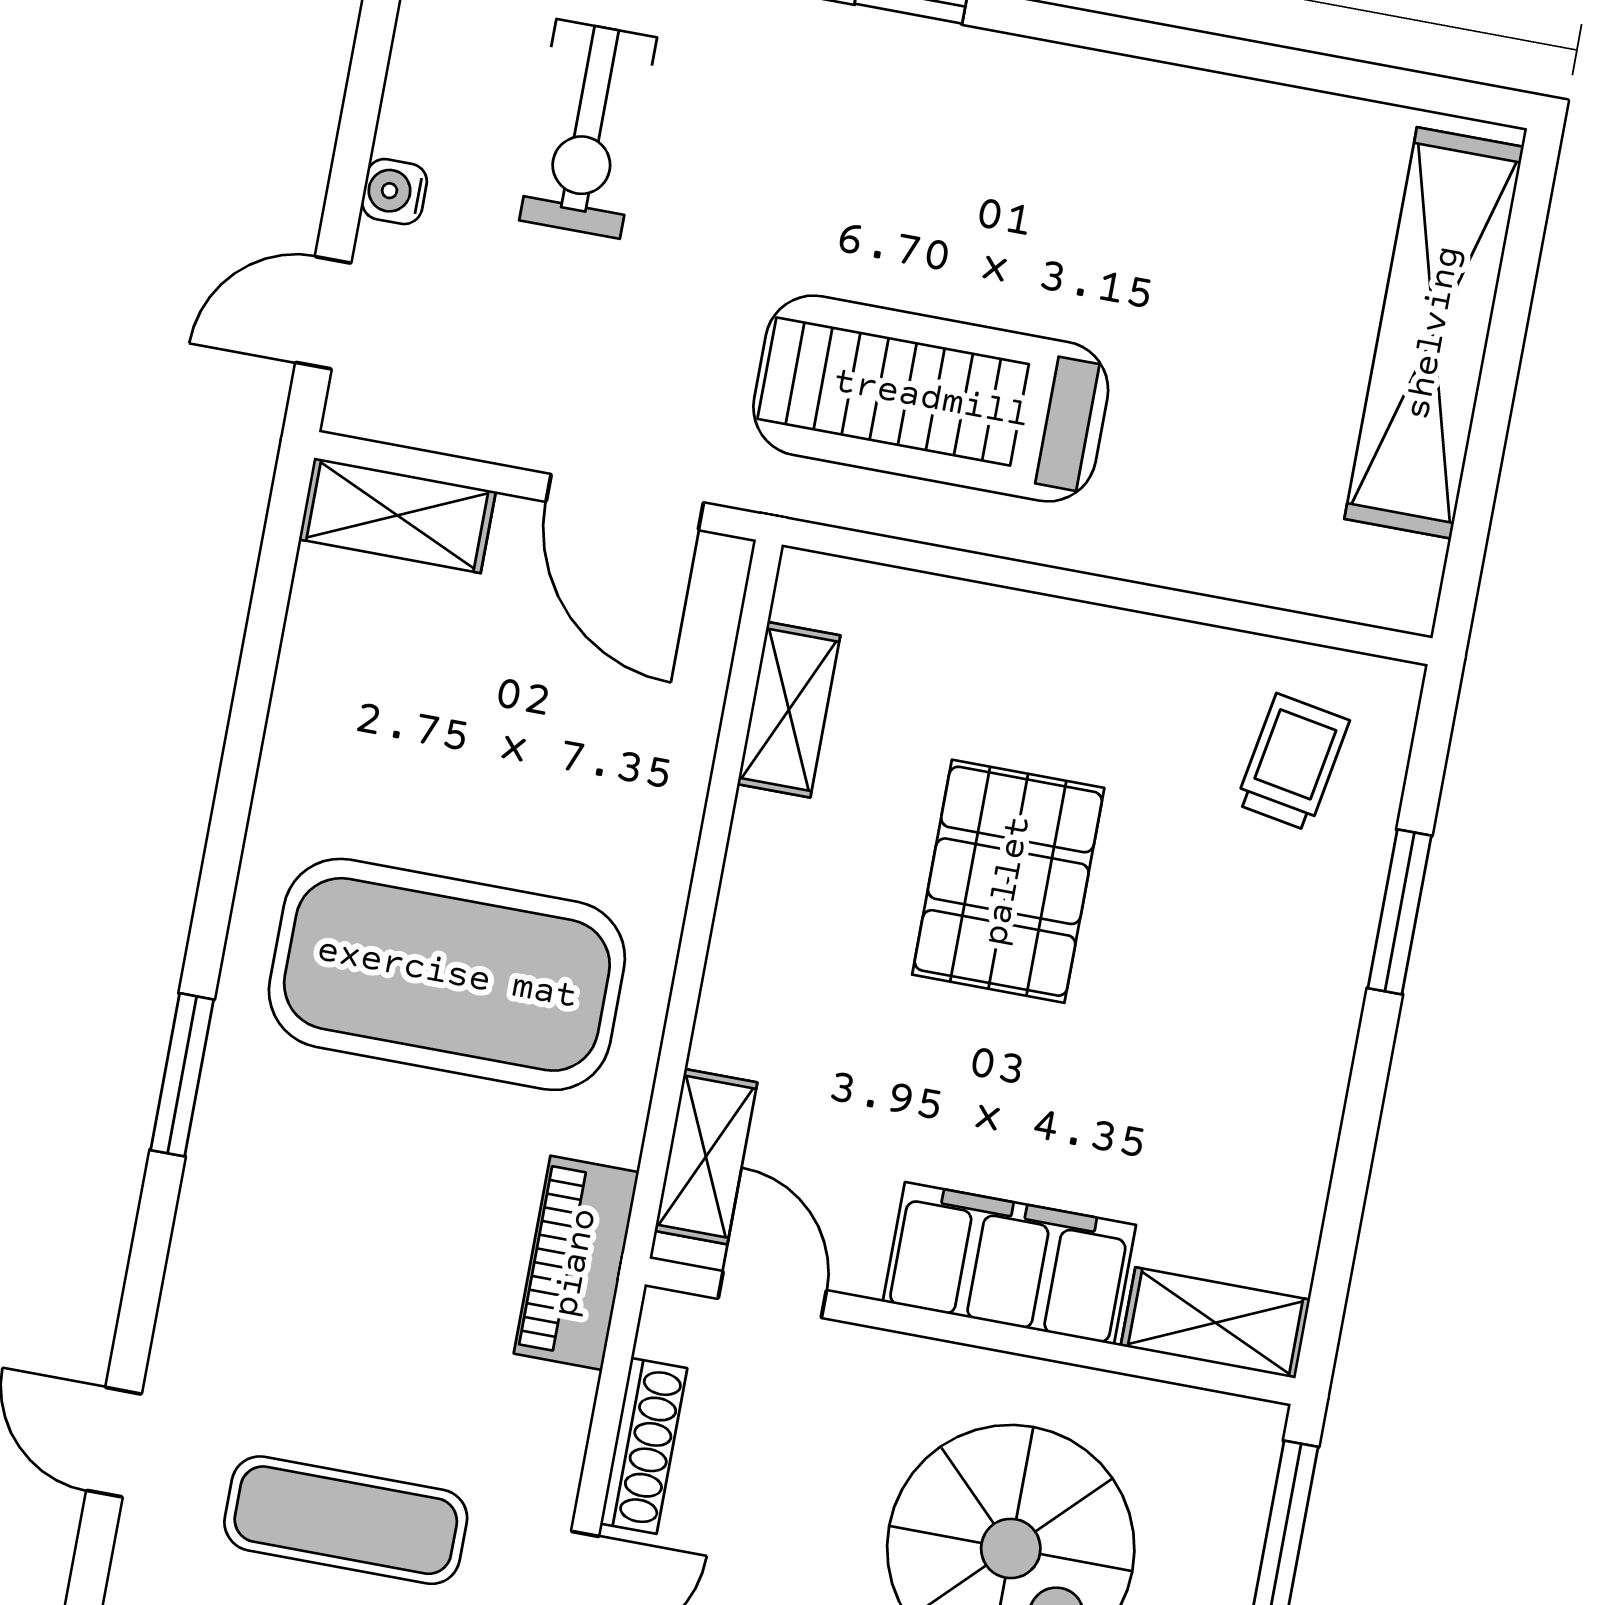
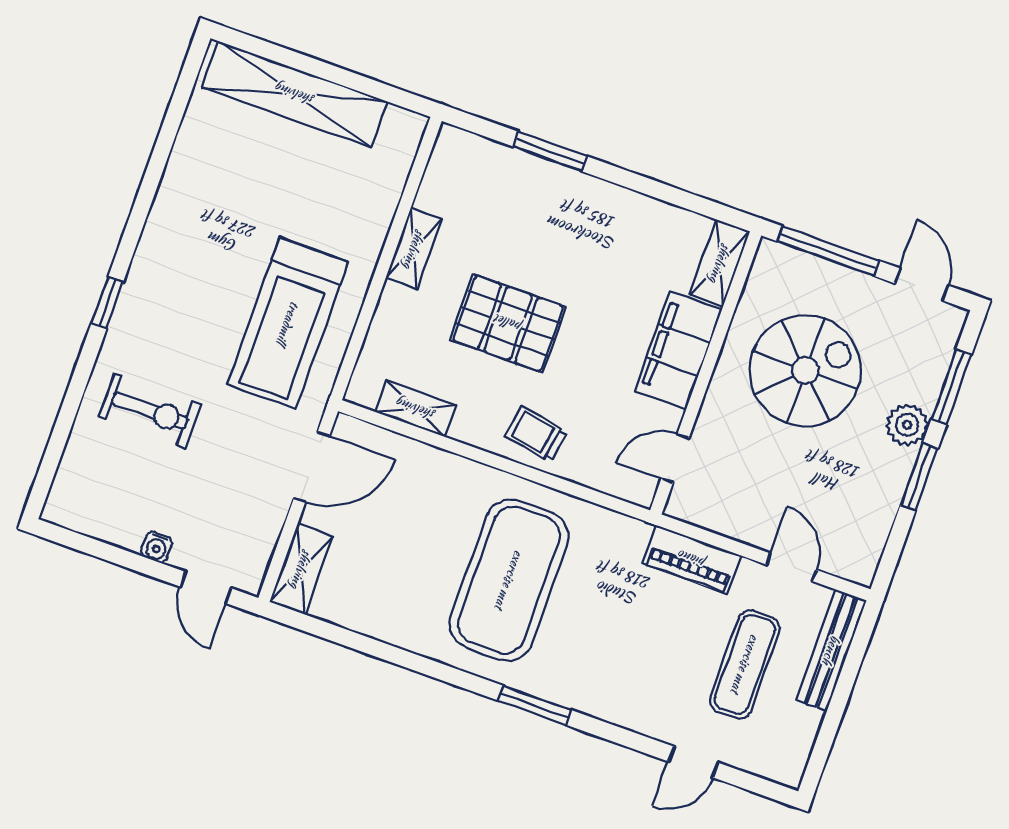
exercise bike: (588, 129) -> (150, 411), moved
trolley: (1292, 762) -> (536, 434), moved
shelving: (706, 1157) -> (414, 249), moved, turned 90
piano: (576, 1263) -> (692, 559), moved
shoe rack: (644, 1446) -> (733, 526), removed

